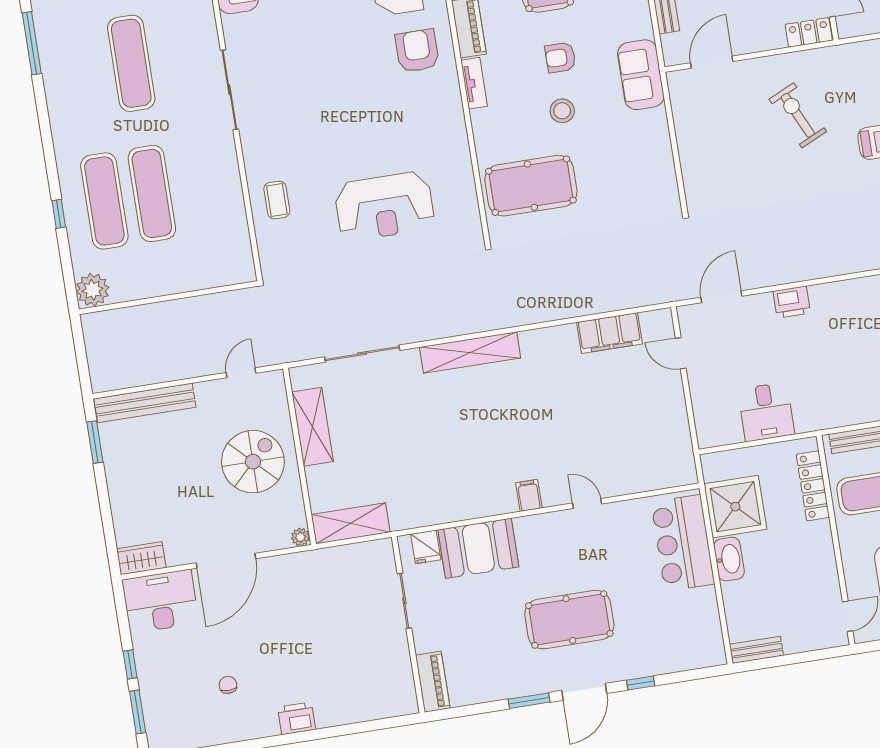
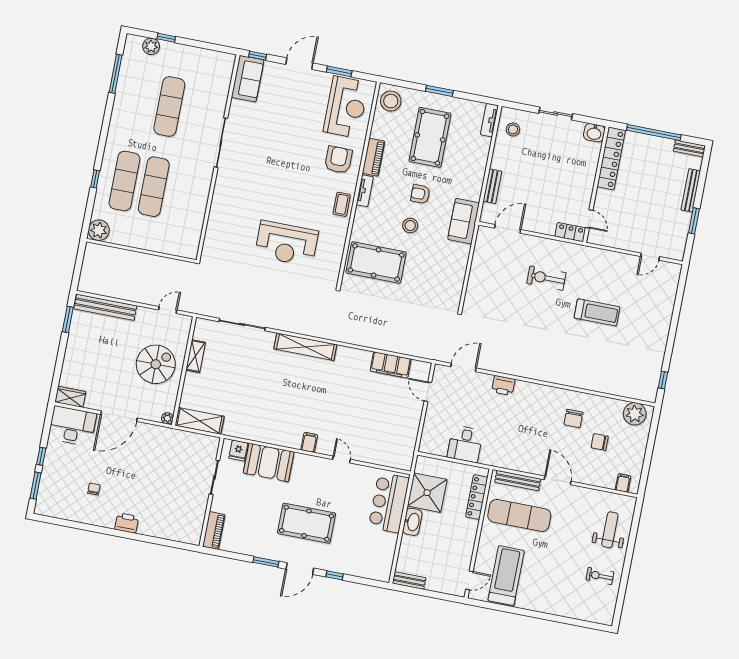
exercise bike: (798, 115) -> (546, 278), turned -65
coffee table: (277, 200) -> (342, 204), moved
shelving: (313, 427) -> (196, 356), width x0.67, depth x0.75

